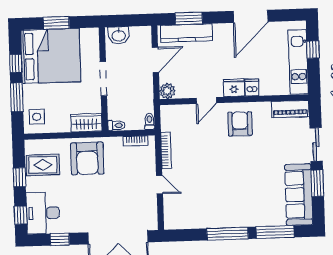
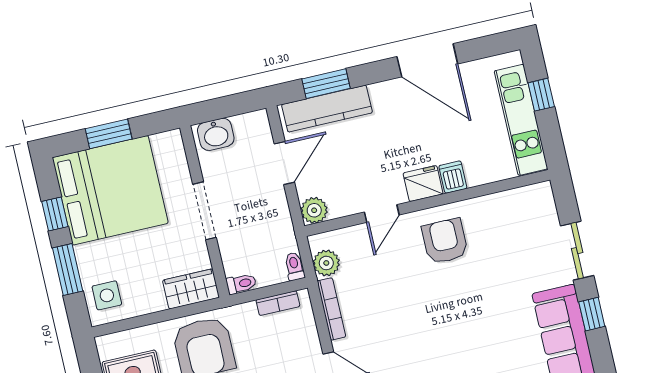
door: (250, 16) -> (427, 60), hinge flipped
piano: (290, 109) -> (523, 200), removed
plant: (168, 123) -> (326, 263), added
window: (317, 183) -> (592, 314), width x0.67

